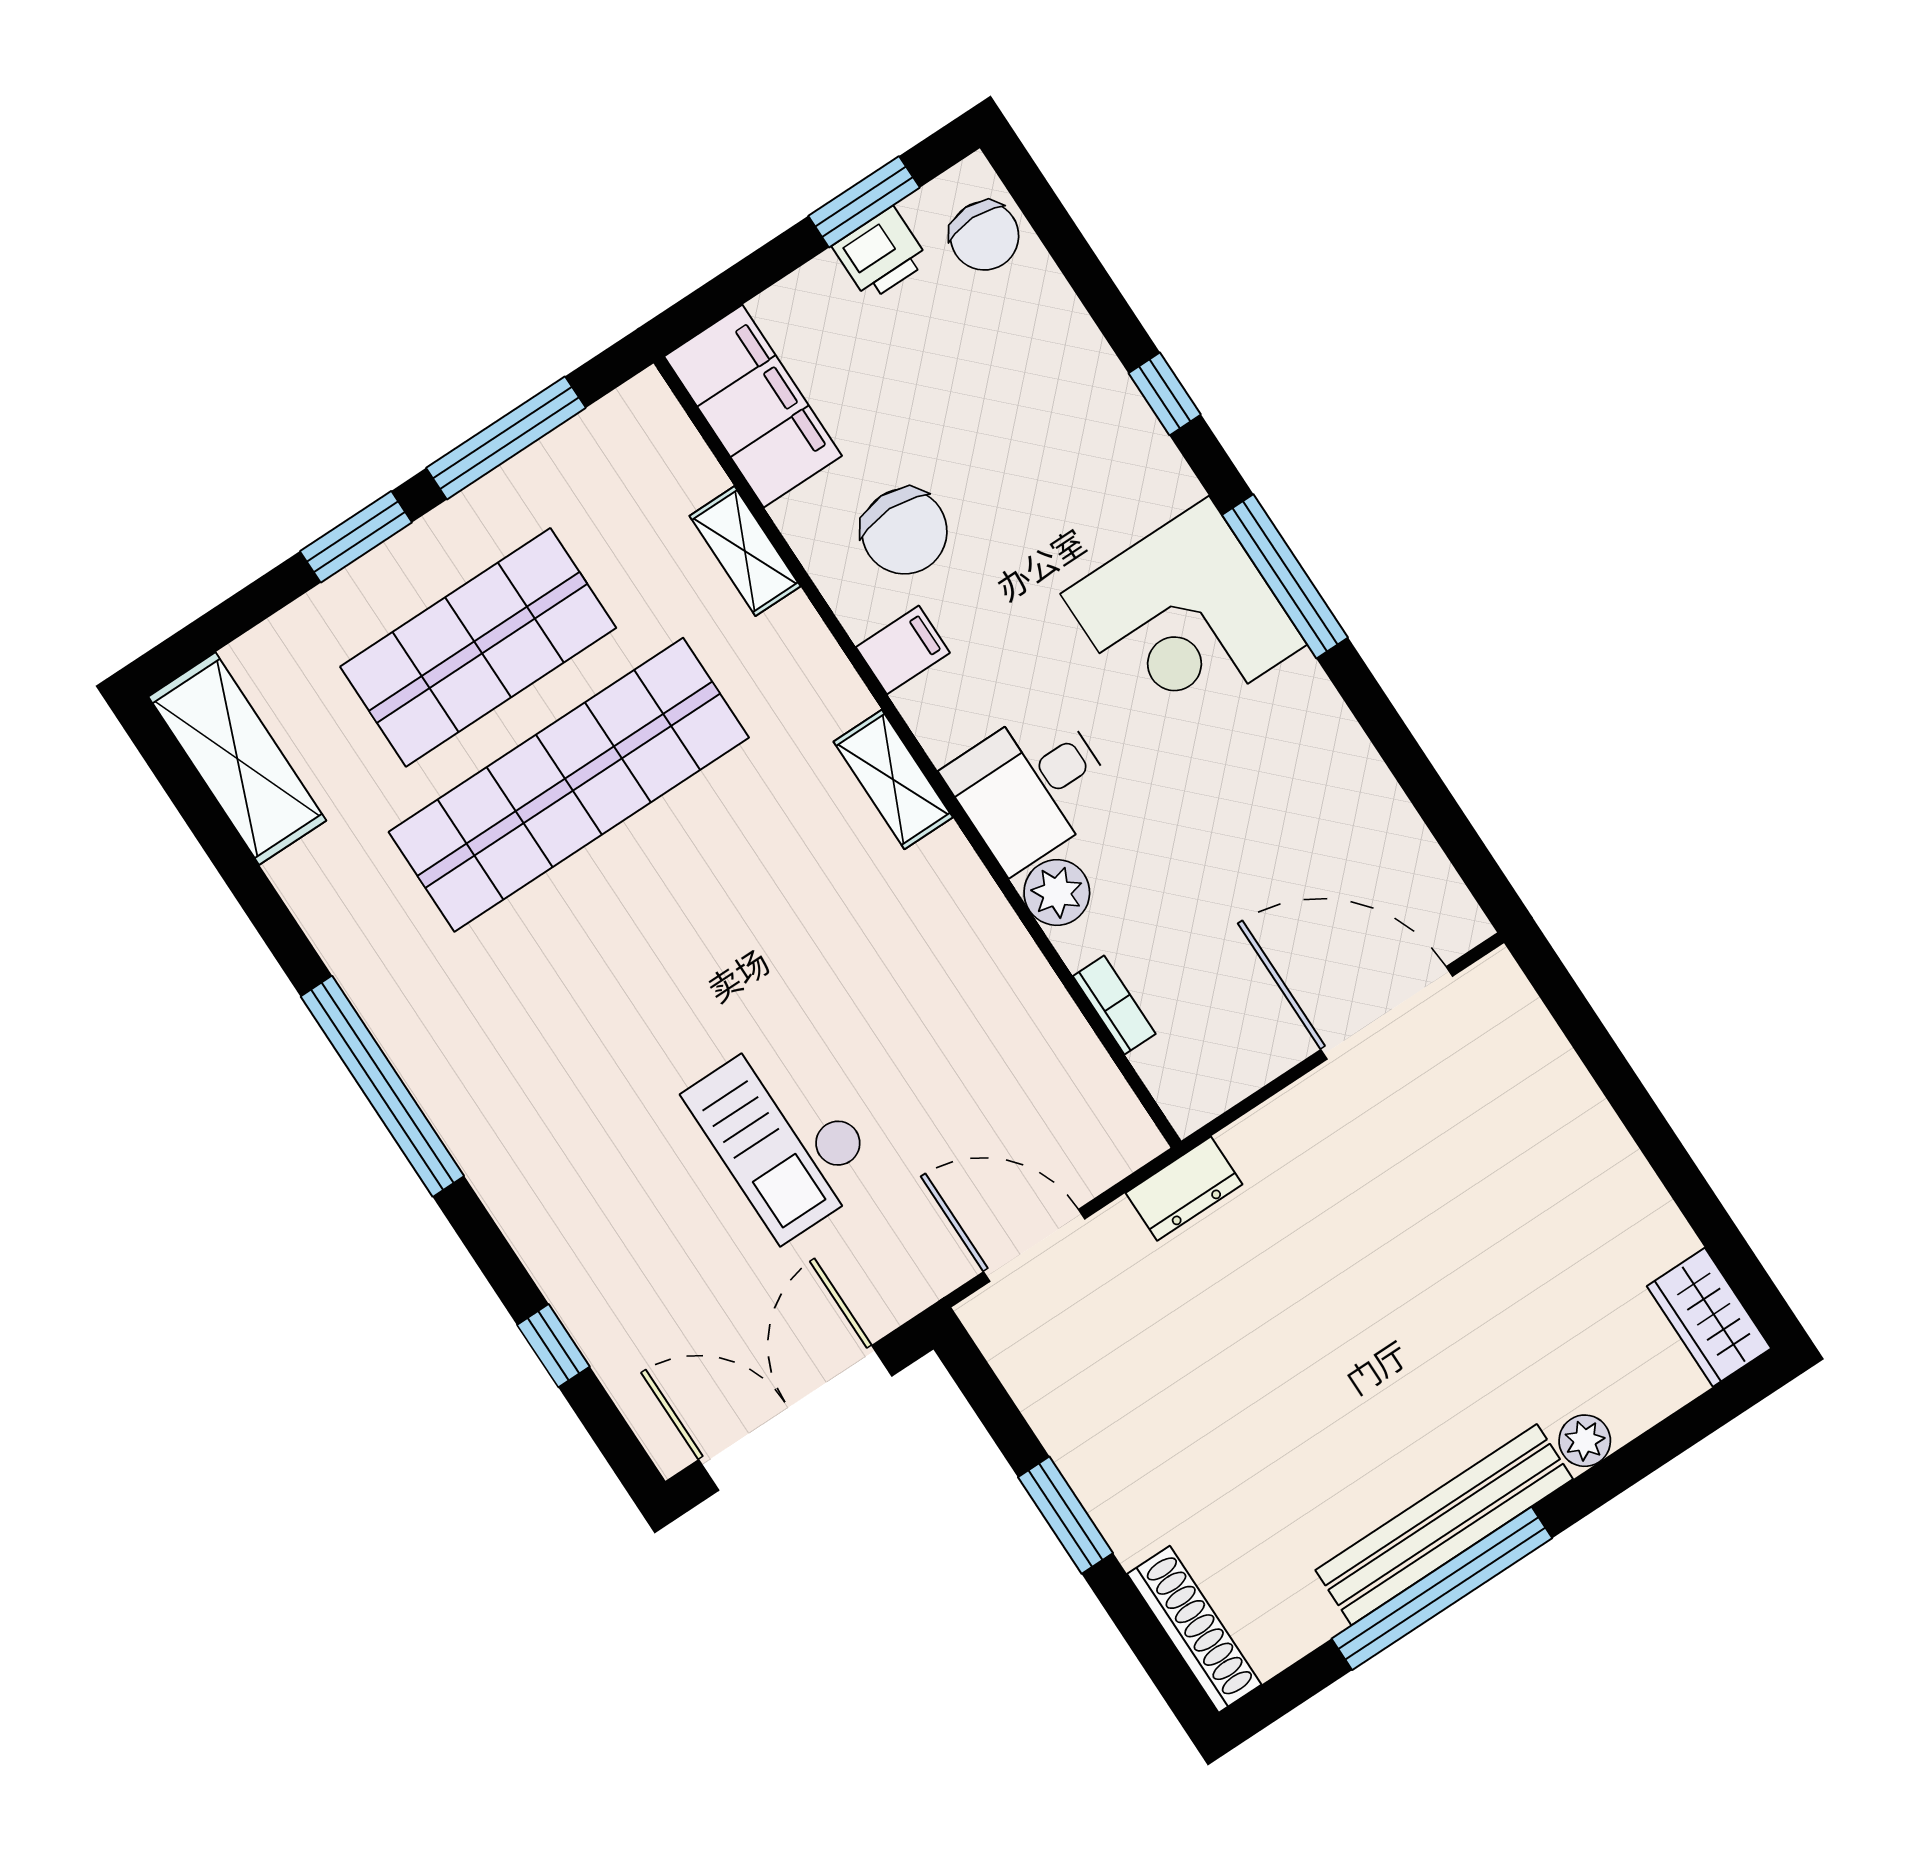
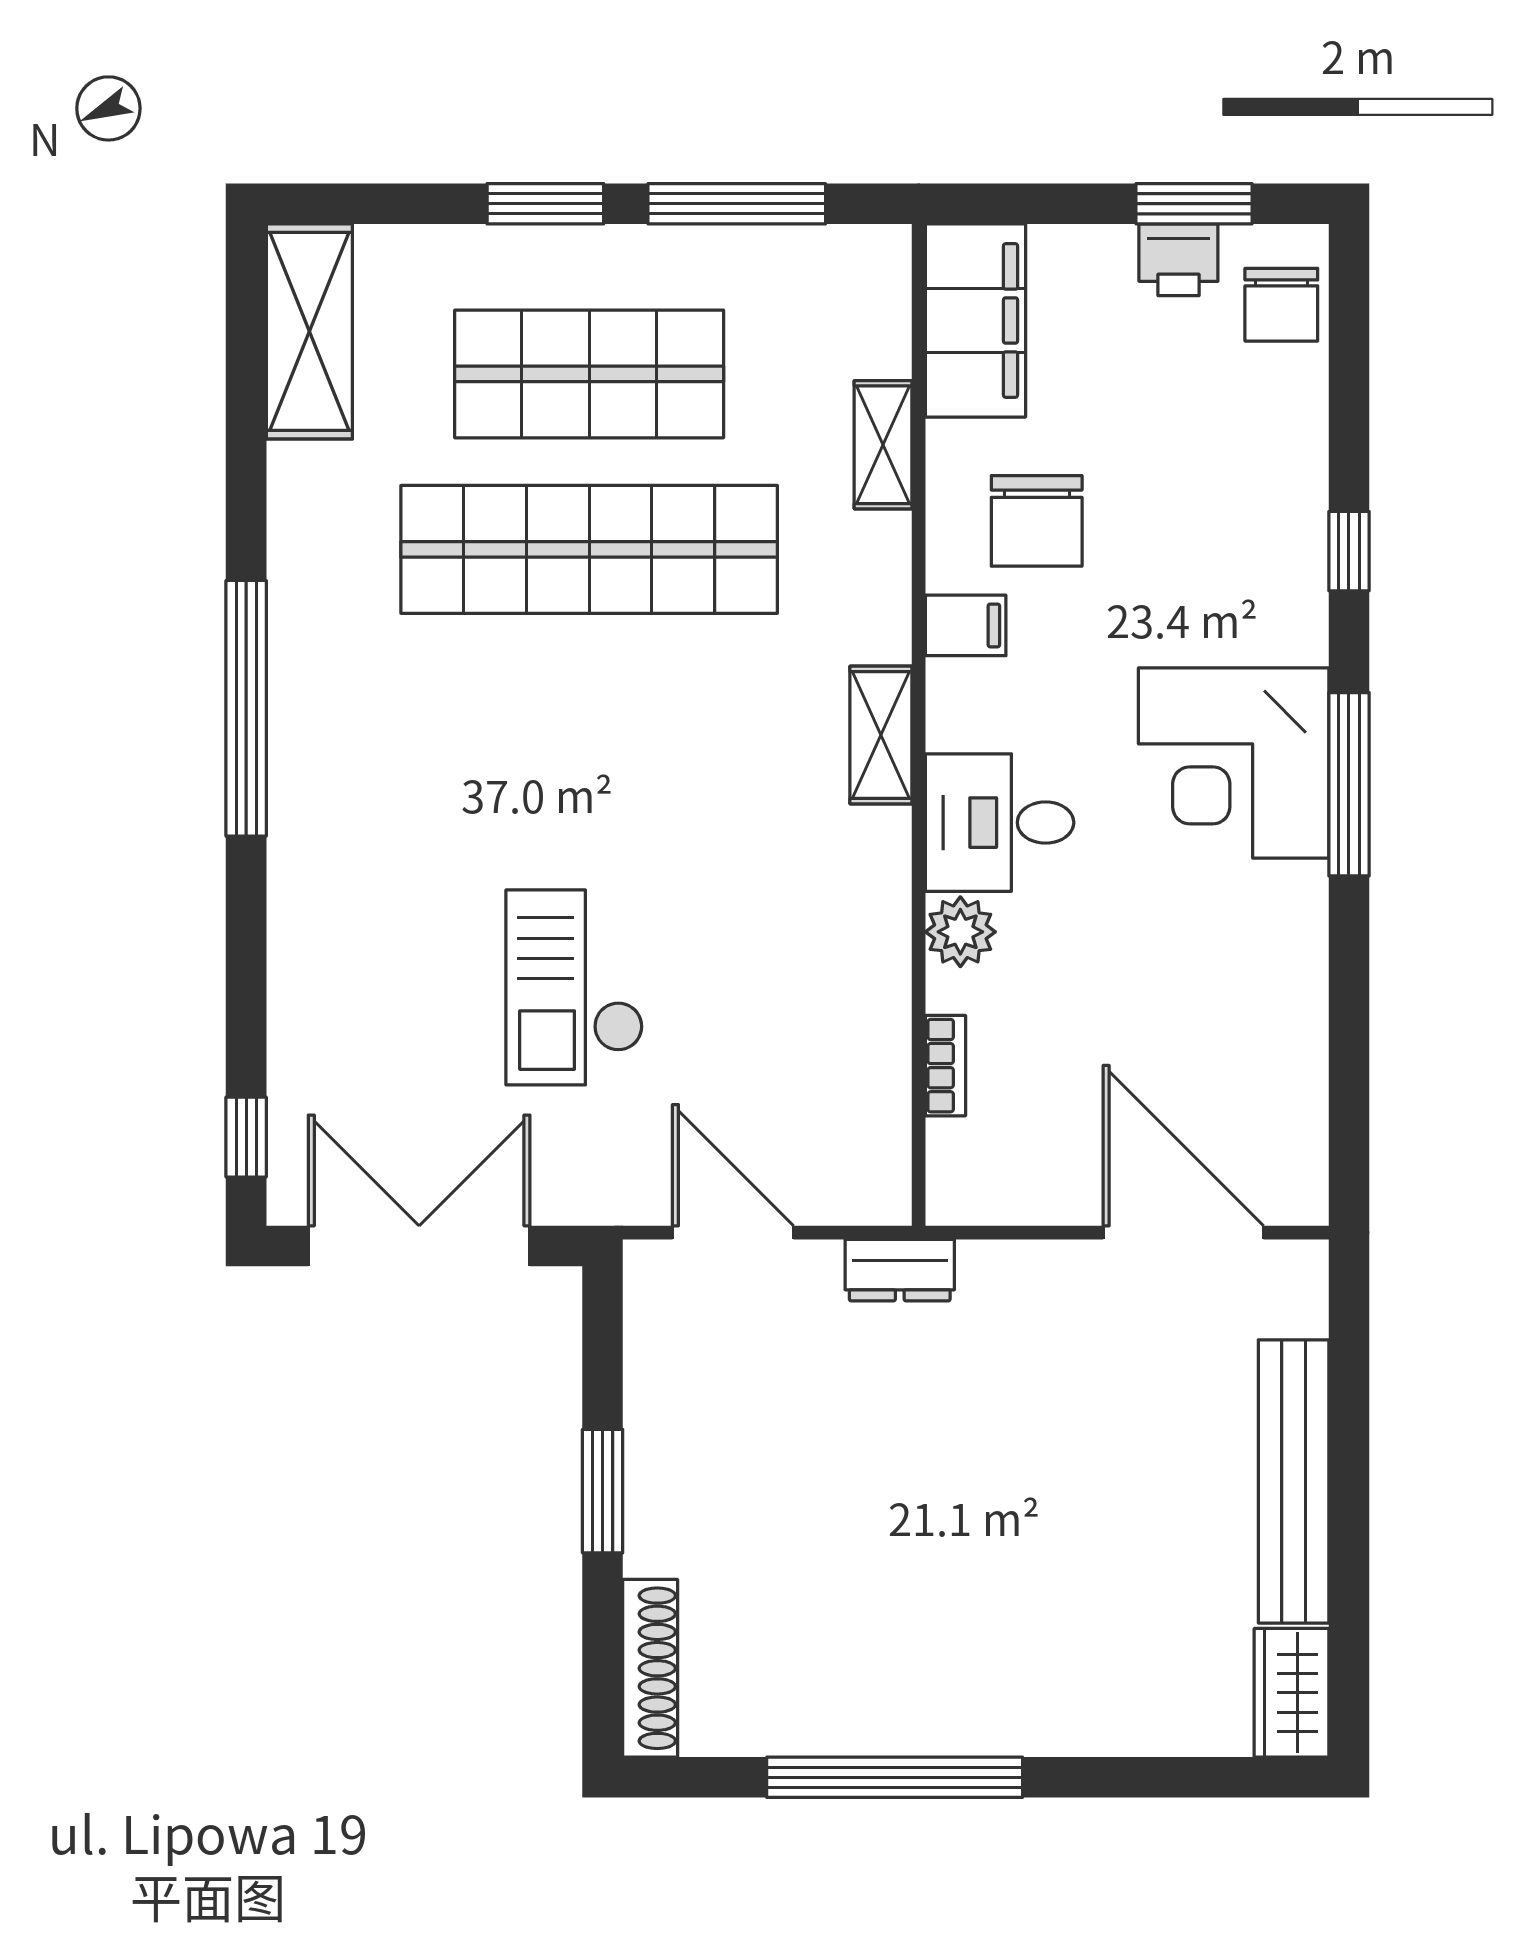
window: (553, 1346) -> (246, 1137), moved
plant: (1585, 1441) -> (1109, 1730), removed
bench: (1444, 1525) -> (1294, 1481), moved, turned 90

